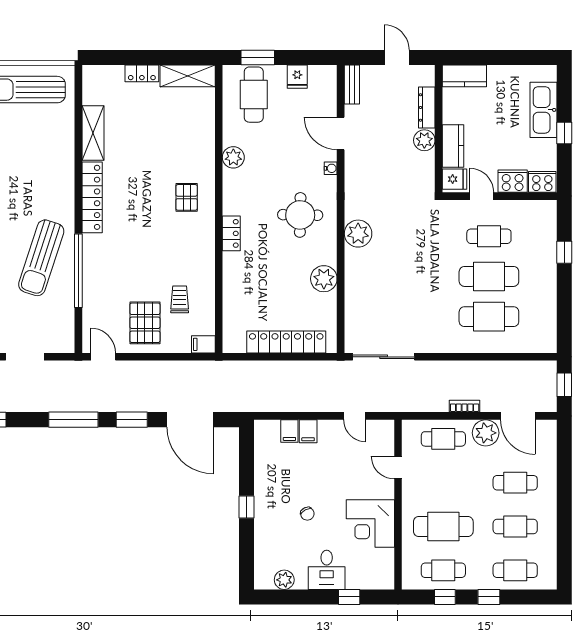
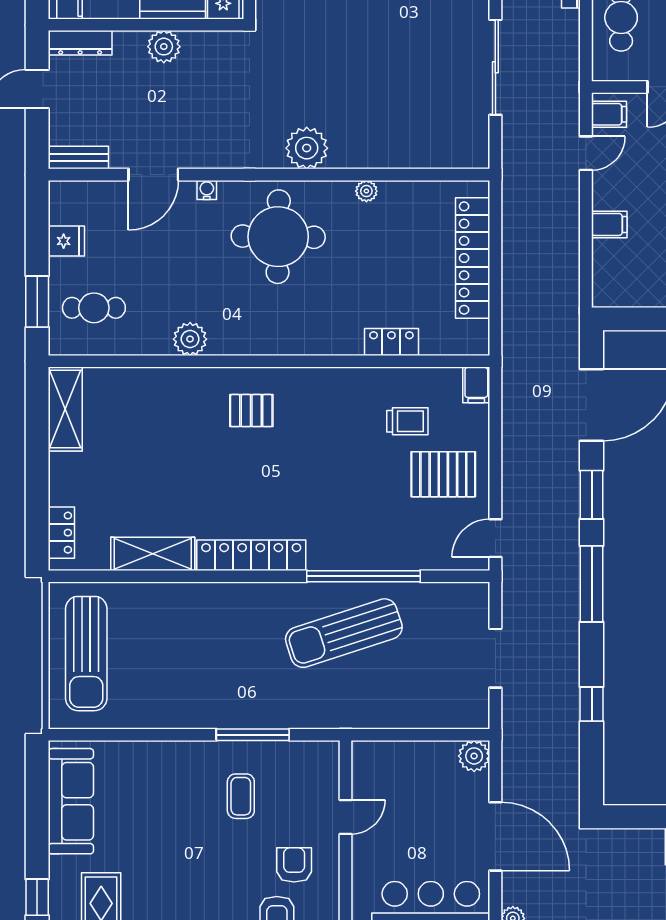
locker: (142, 73) -> (61, 533), moved
cafe table: (254, 95) -> (94, 308), width x0.73, depth x0.74
dresser: (427, 107) -> (80, 43), moved
round table: (300, 215) -> (278, 237), width x1.36, depth x1.36
locker: (231, 233) -> (391, 342), moved
sun lounger: (41, 258) -> (344, 633), turned 144
plant: (324, 279) -> (366, 191), width x0.53, depth x0.53
trolley: (180, 299) -> (407, 421), turned 180
sliding door: (384, 357) -> (495, 67), moved
filing cabinet: (289, 431) -> (609, 114), moved

